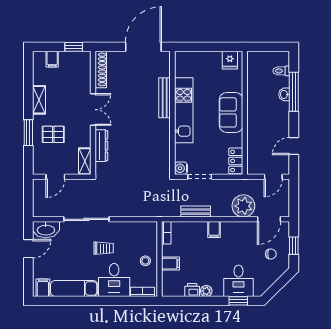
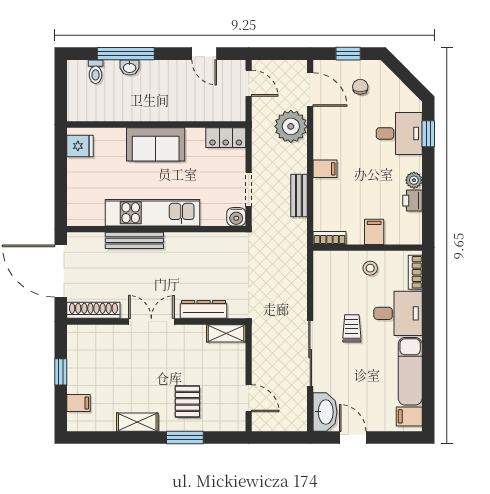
shoe rack: (101, 69) -> (93, 310), moved
double door: (93, 110) -> (151, 321), moved
wall: (93, 113) -> (156, 321), moved
dresser: (101, 146) -> (204, 309), moved
shelving: (85, 161) -> (226, 333), moved

